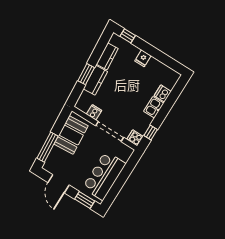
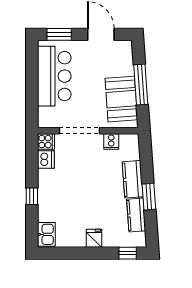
window: (86, 74) -> (149, 197), moved
dishwasher: (163, 94) -> (46, 159), moved
kitchen sink: (154, 107) -> (46, 234), moved
window: (151, 133) -> (32, 196), moved
window: (48, 147) -> (141, 85), moved

